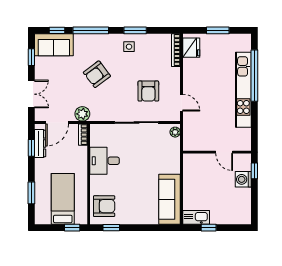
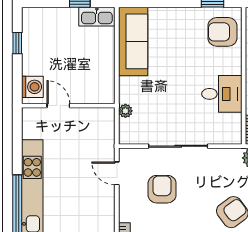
plant: (175, 132) -> (125, 111), moved
window: (254, 171) -> (17, 43), moved
washing machine: (243, 179) -> (32, 87), moved

